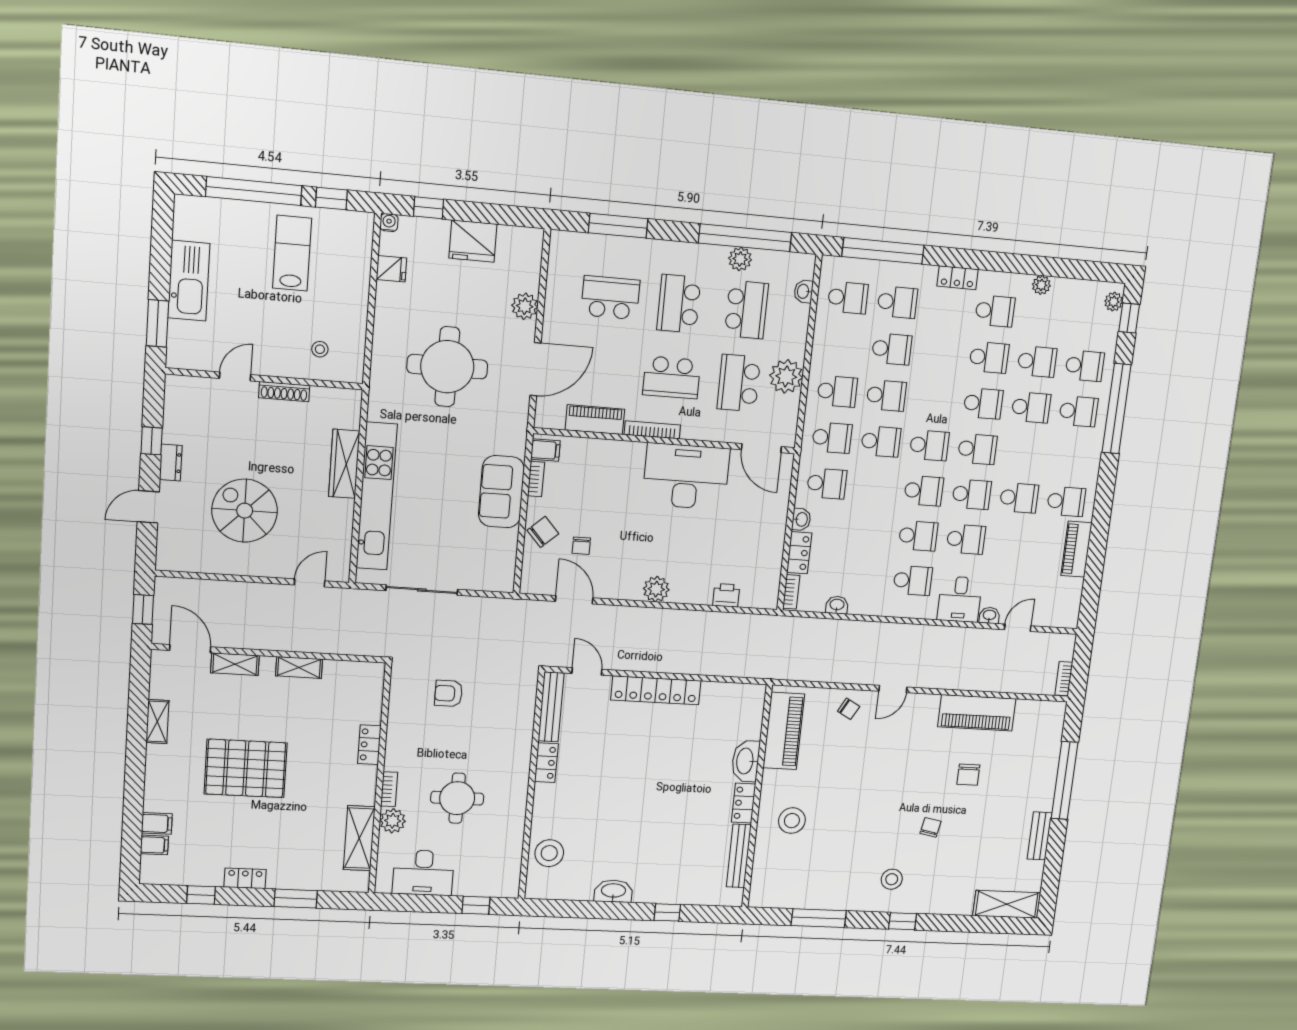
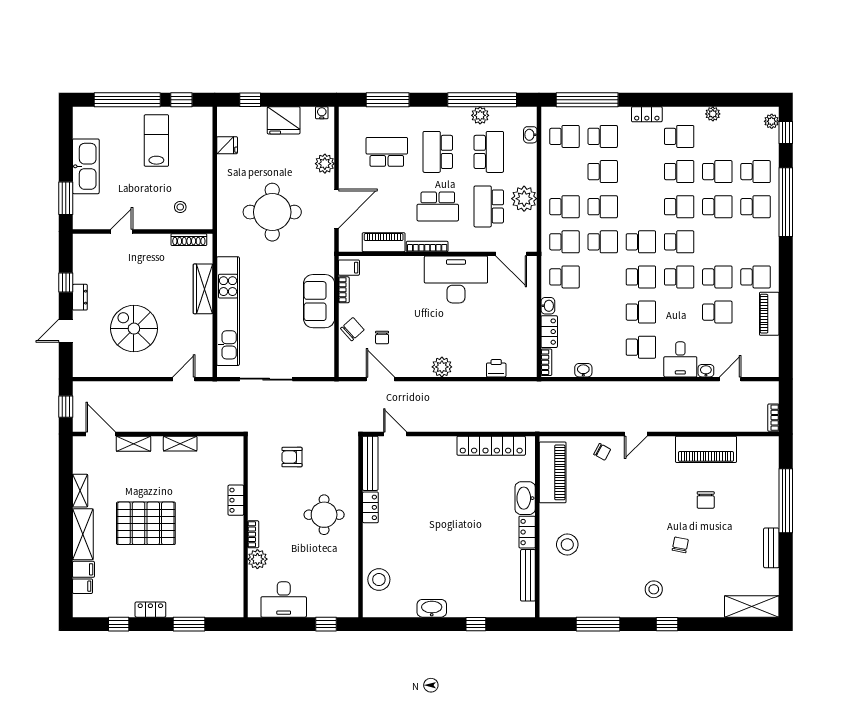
water cooler: (389, 223) -> (322, 113), moved
shoe rack: (284, 392) -> (189, 240), moved
school desk: (966, 539) -> (717, 312), moved
locker: (656, 690) -> (491, 446), moved
round table: (457, 798) -> (324, 515), moved
shelving: (359, 838) -> (83, 534), moved

